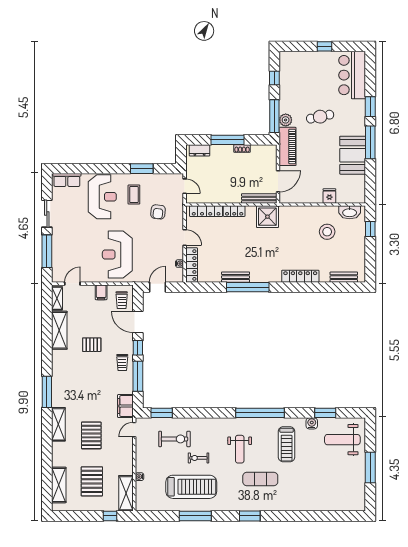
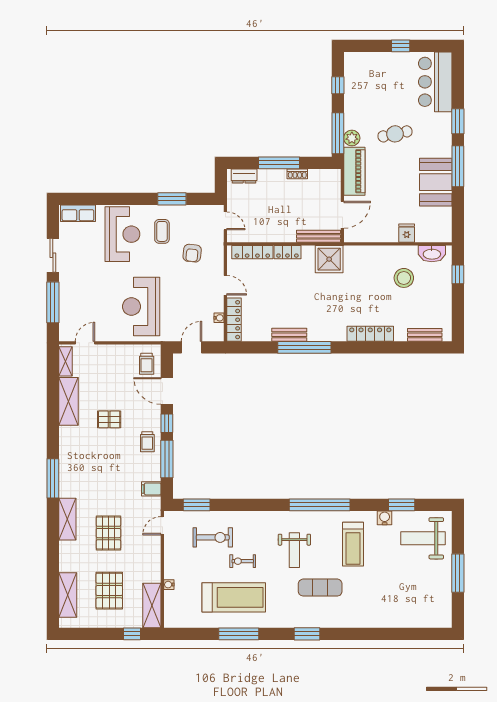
filing cabinet: (101, 292) -> (121, 354), removed
filing cabinet: (125, 406) -> (151, 489), width x0.50

